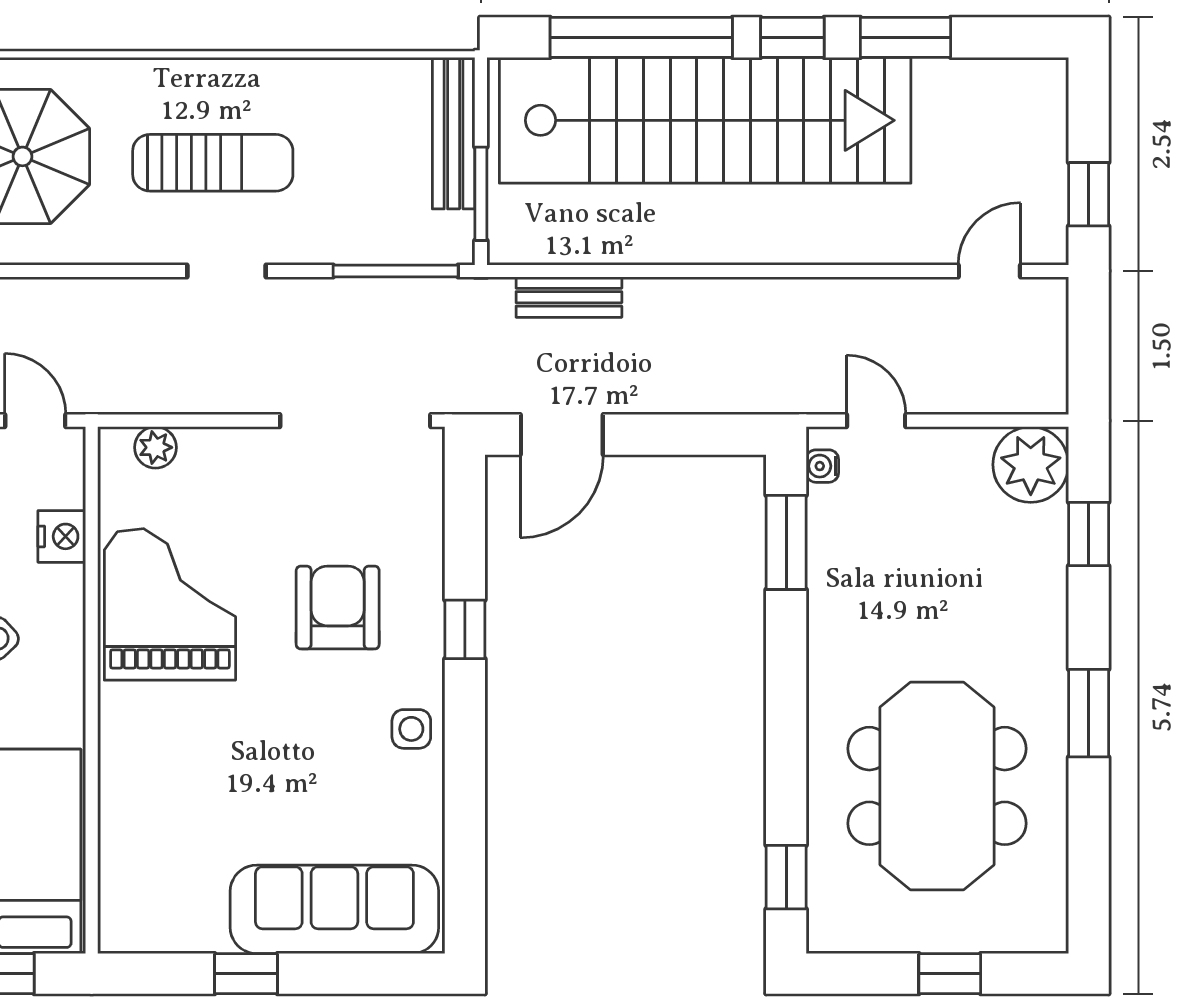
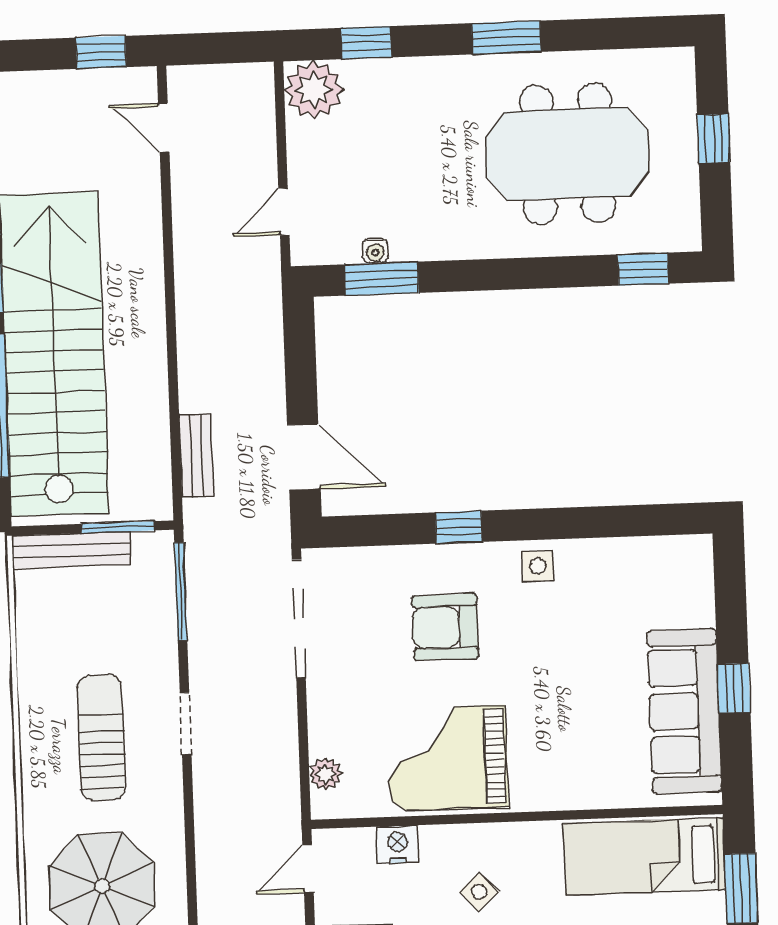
water cooler: (822, 466) -> (375, 251), moved
sofa: (334, 909) -> (684, 711), moved

